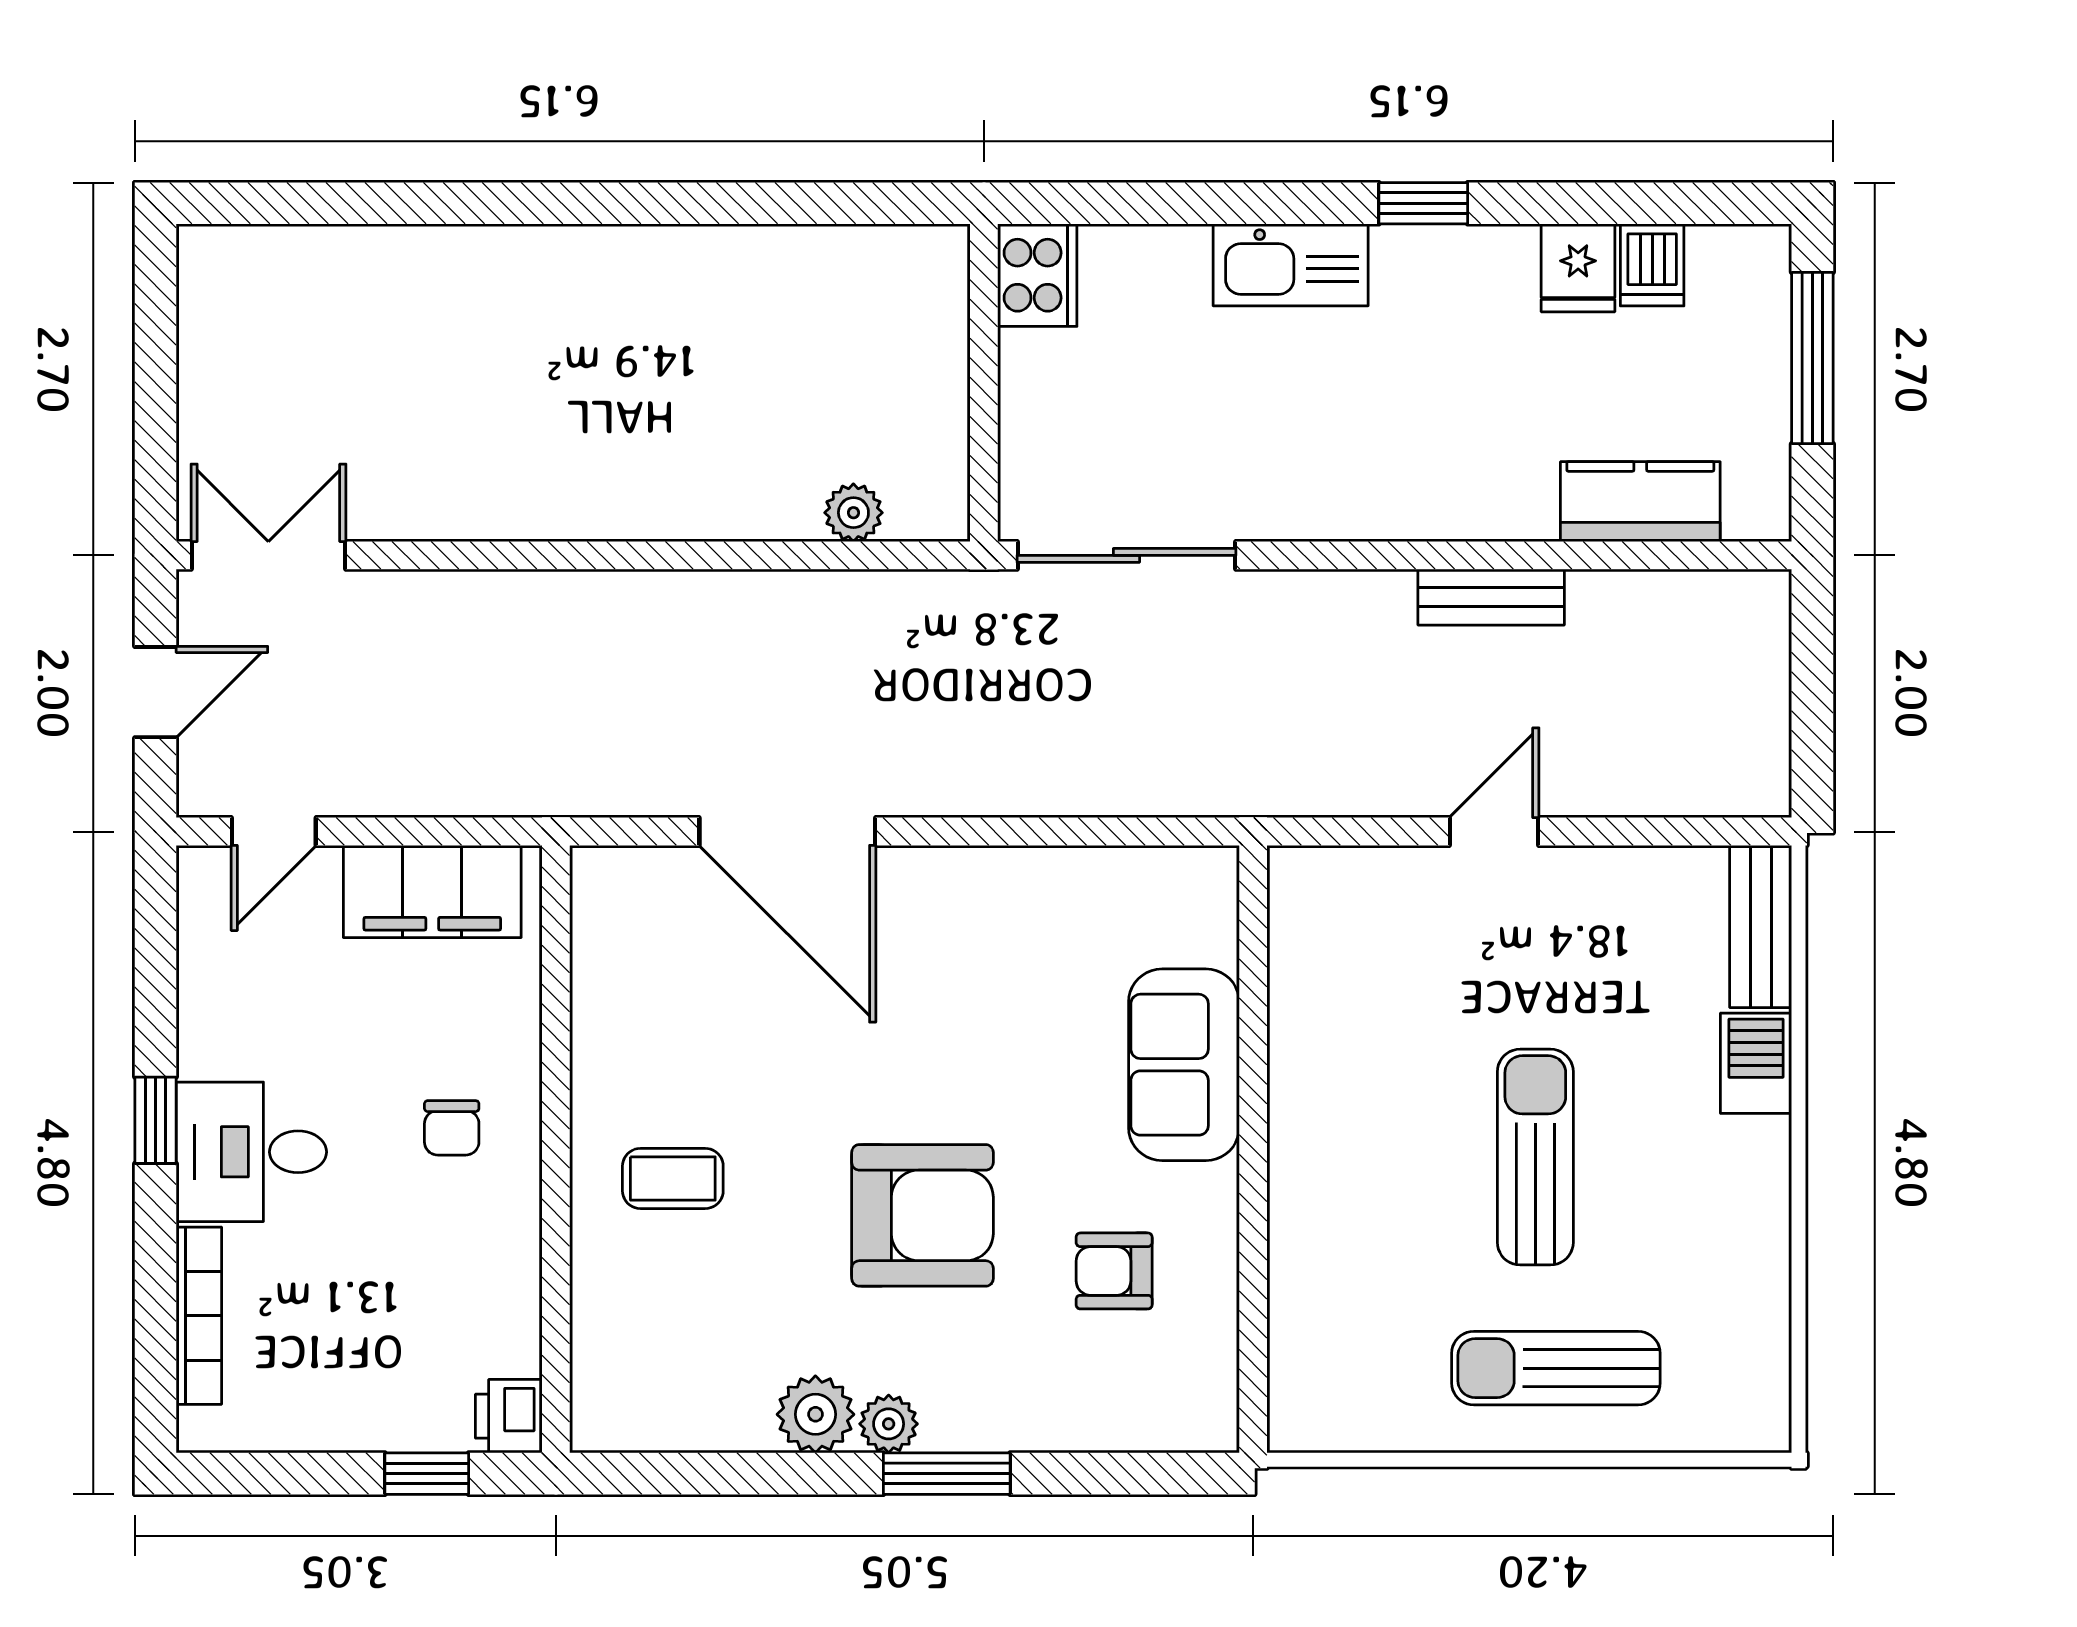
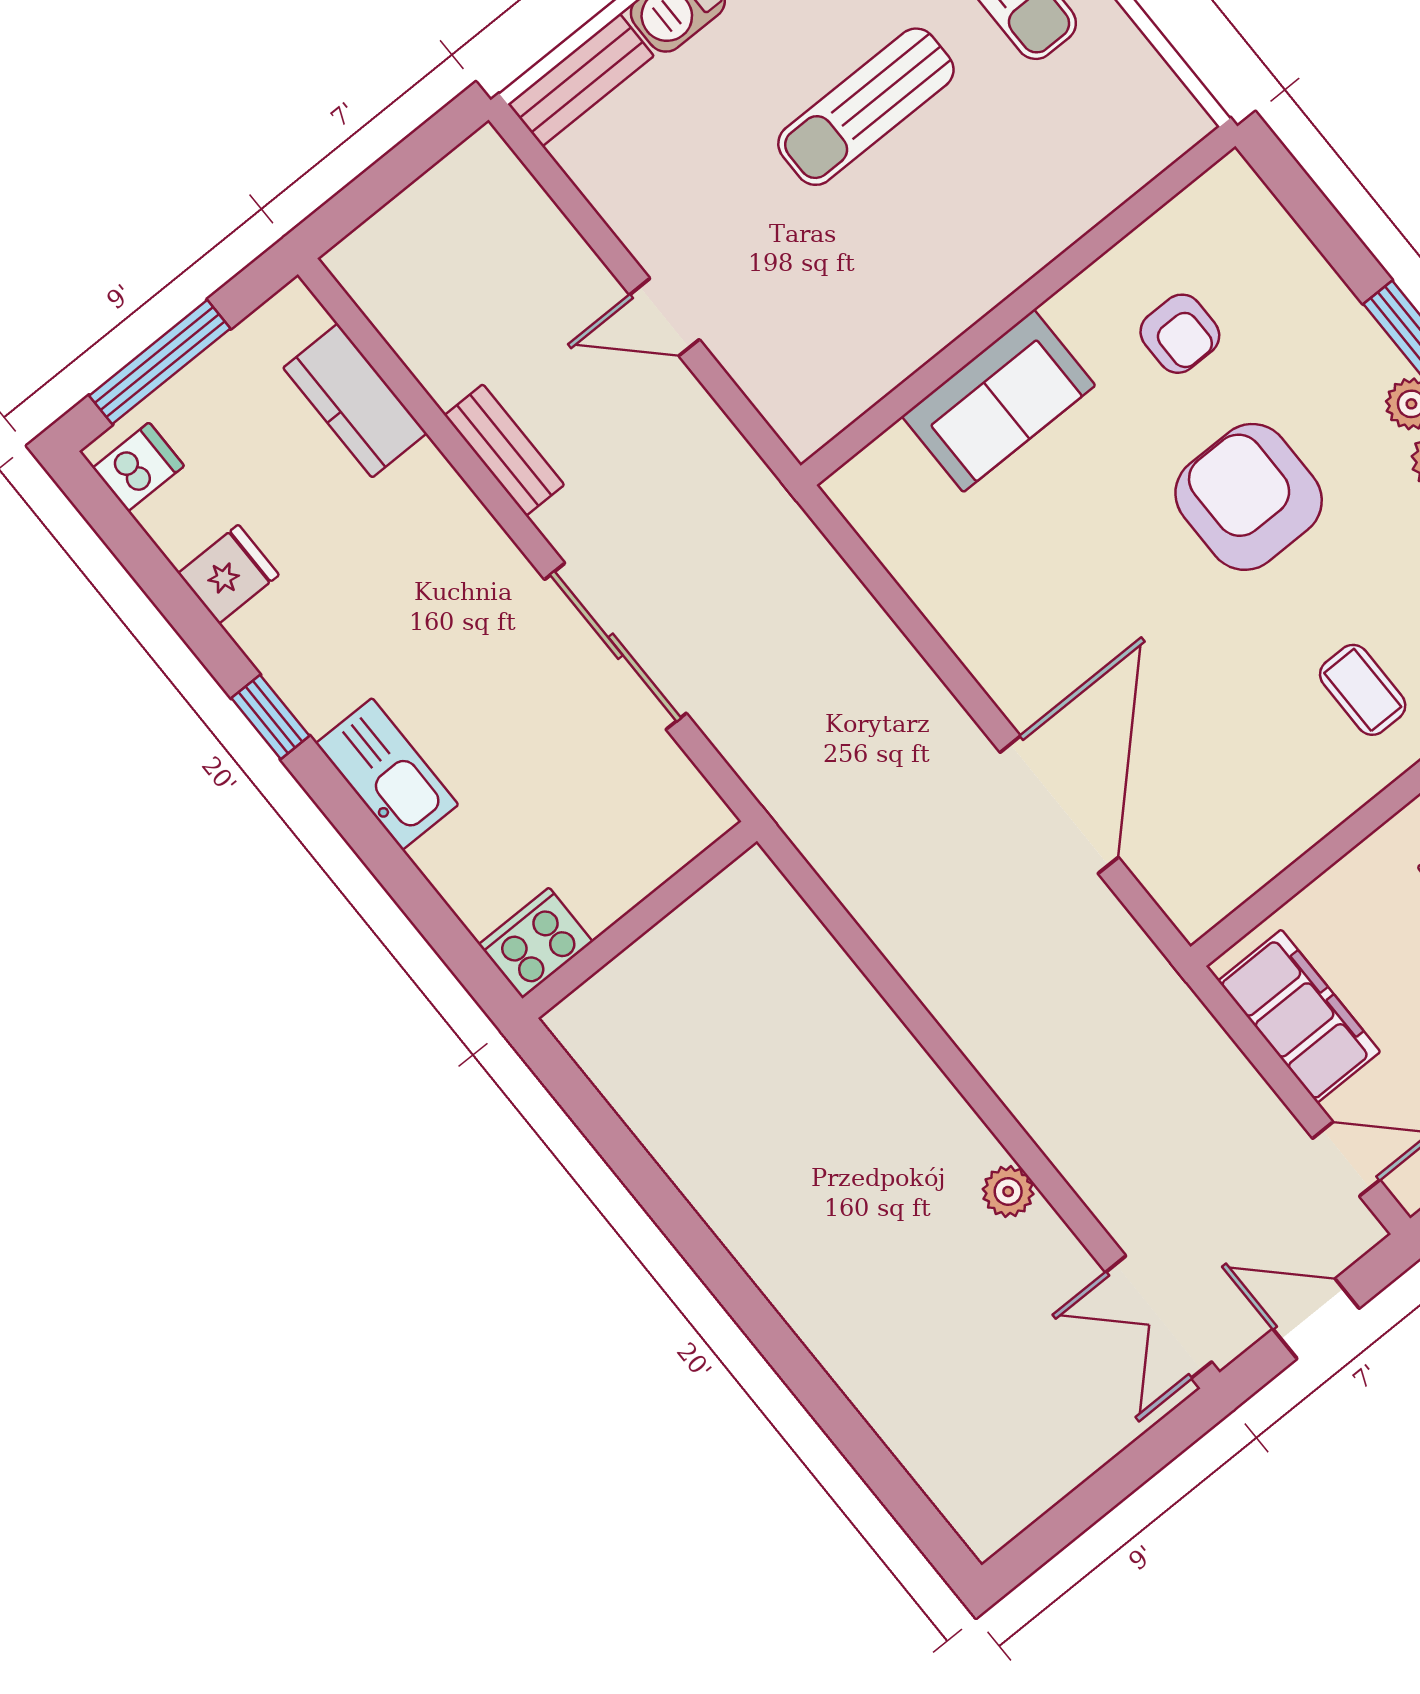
dishwasher: (1652, 265) -> (138, 467), moved
plant: (853, 513) -> (1008, 1191), moved
sliding door: (1126, 555) -> (615, 646), moved

